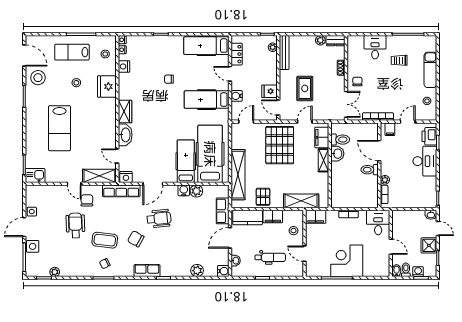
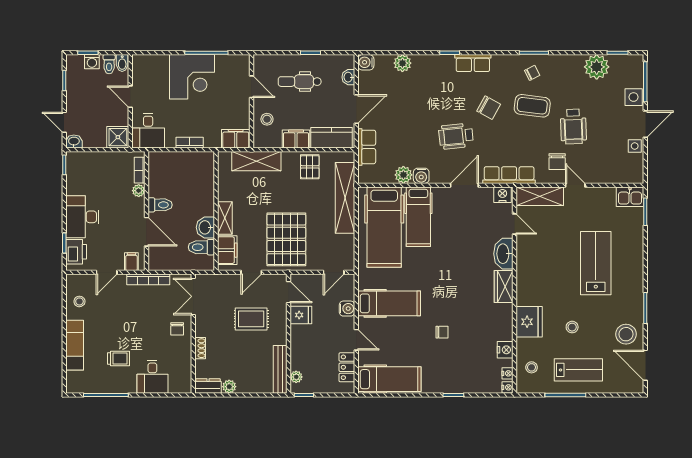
rug: (305, 88) -> (251, 319), turned 90
shower: (429, 245) -> (118, 137), moved
plant: (55, 272) -> (597, 67), width x1.87, depth x1.87

